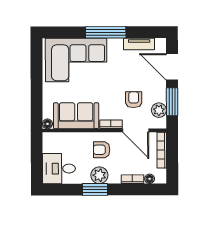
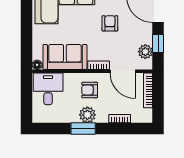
armchair: (134, 100) -> (110, 23), moved
window: (172, 102) -> (158, 43), width x0.67
desk: (59, 169) -> (48, 89), moved, turned 90
floor lamp: (150, 179) -> (136, 118), removed

